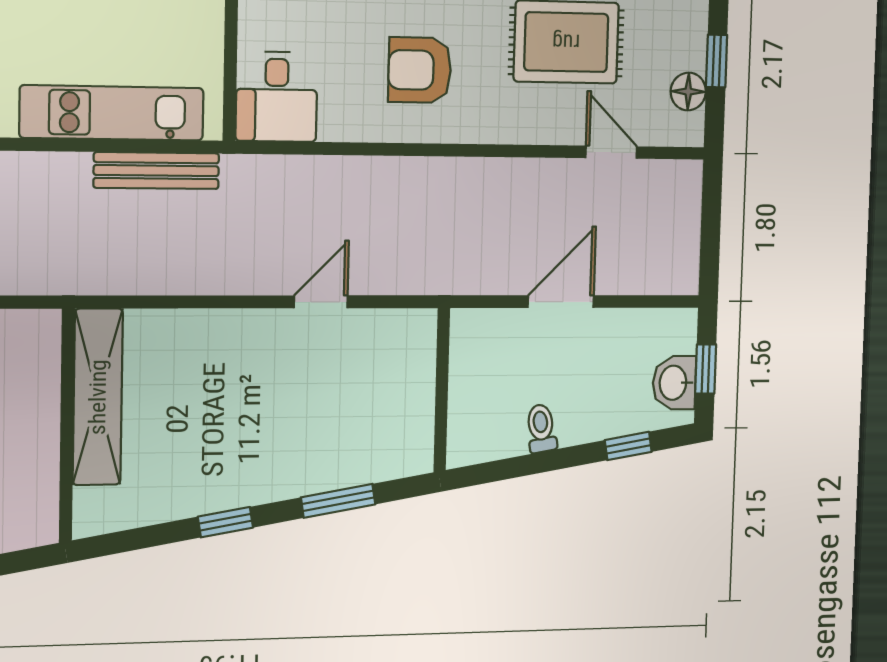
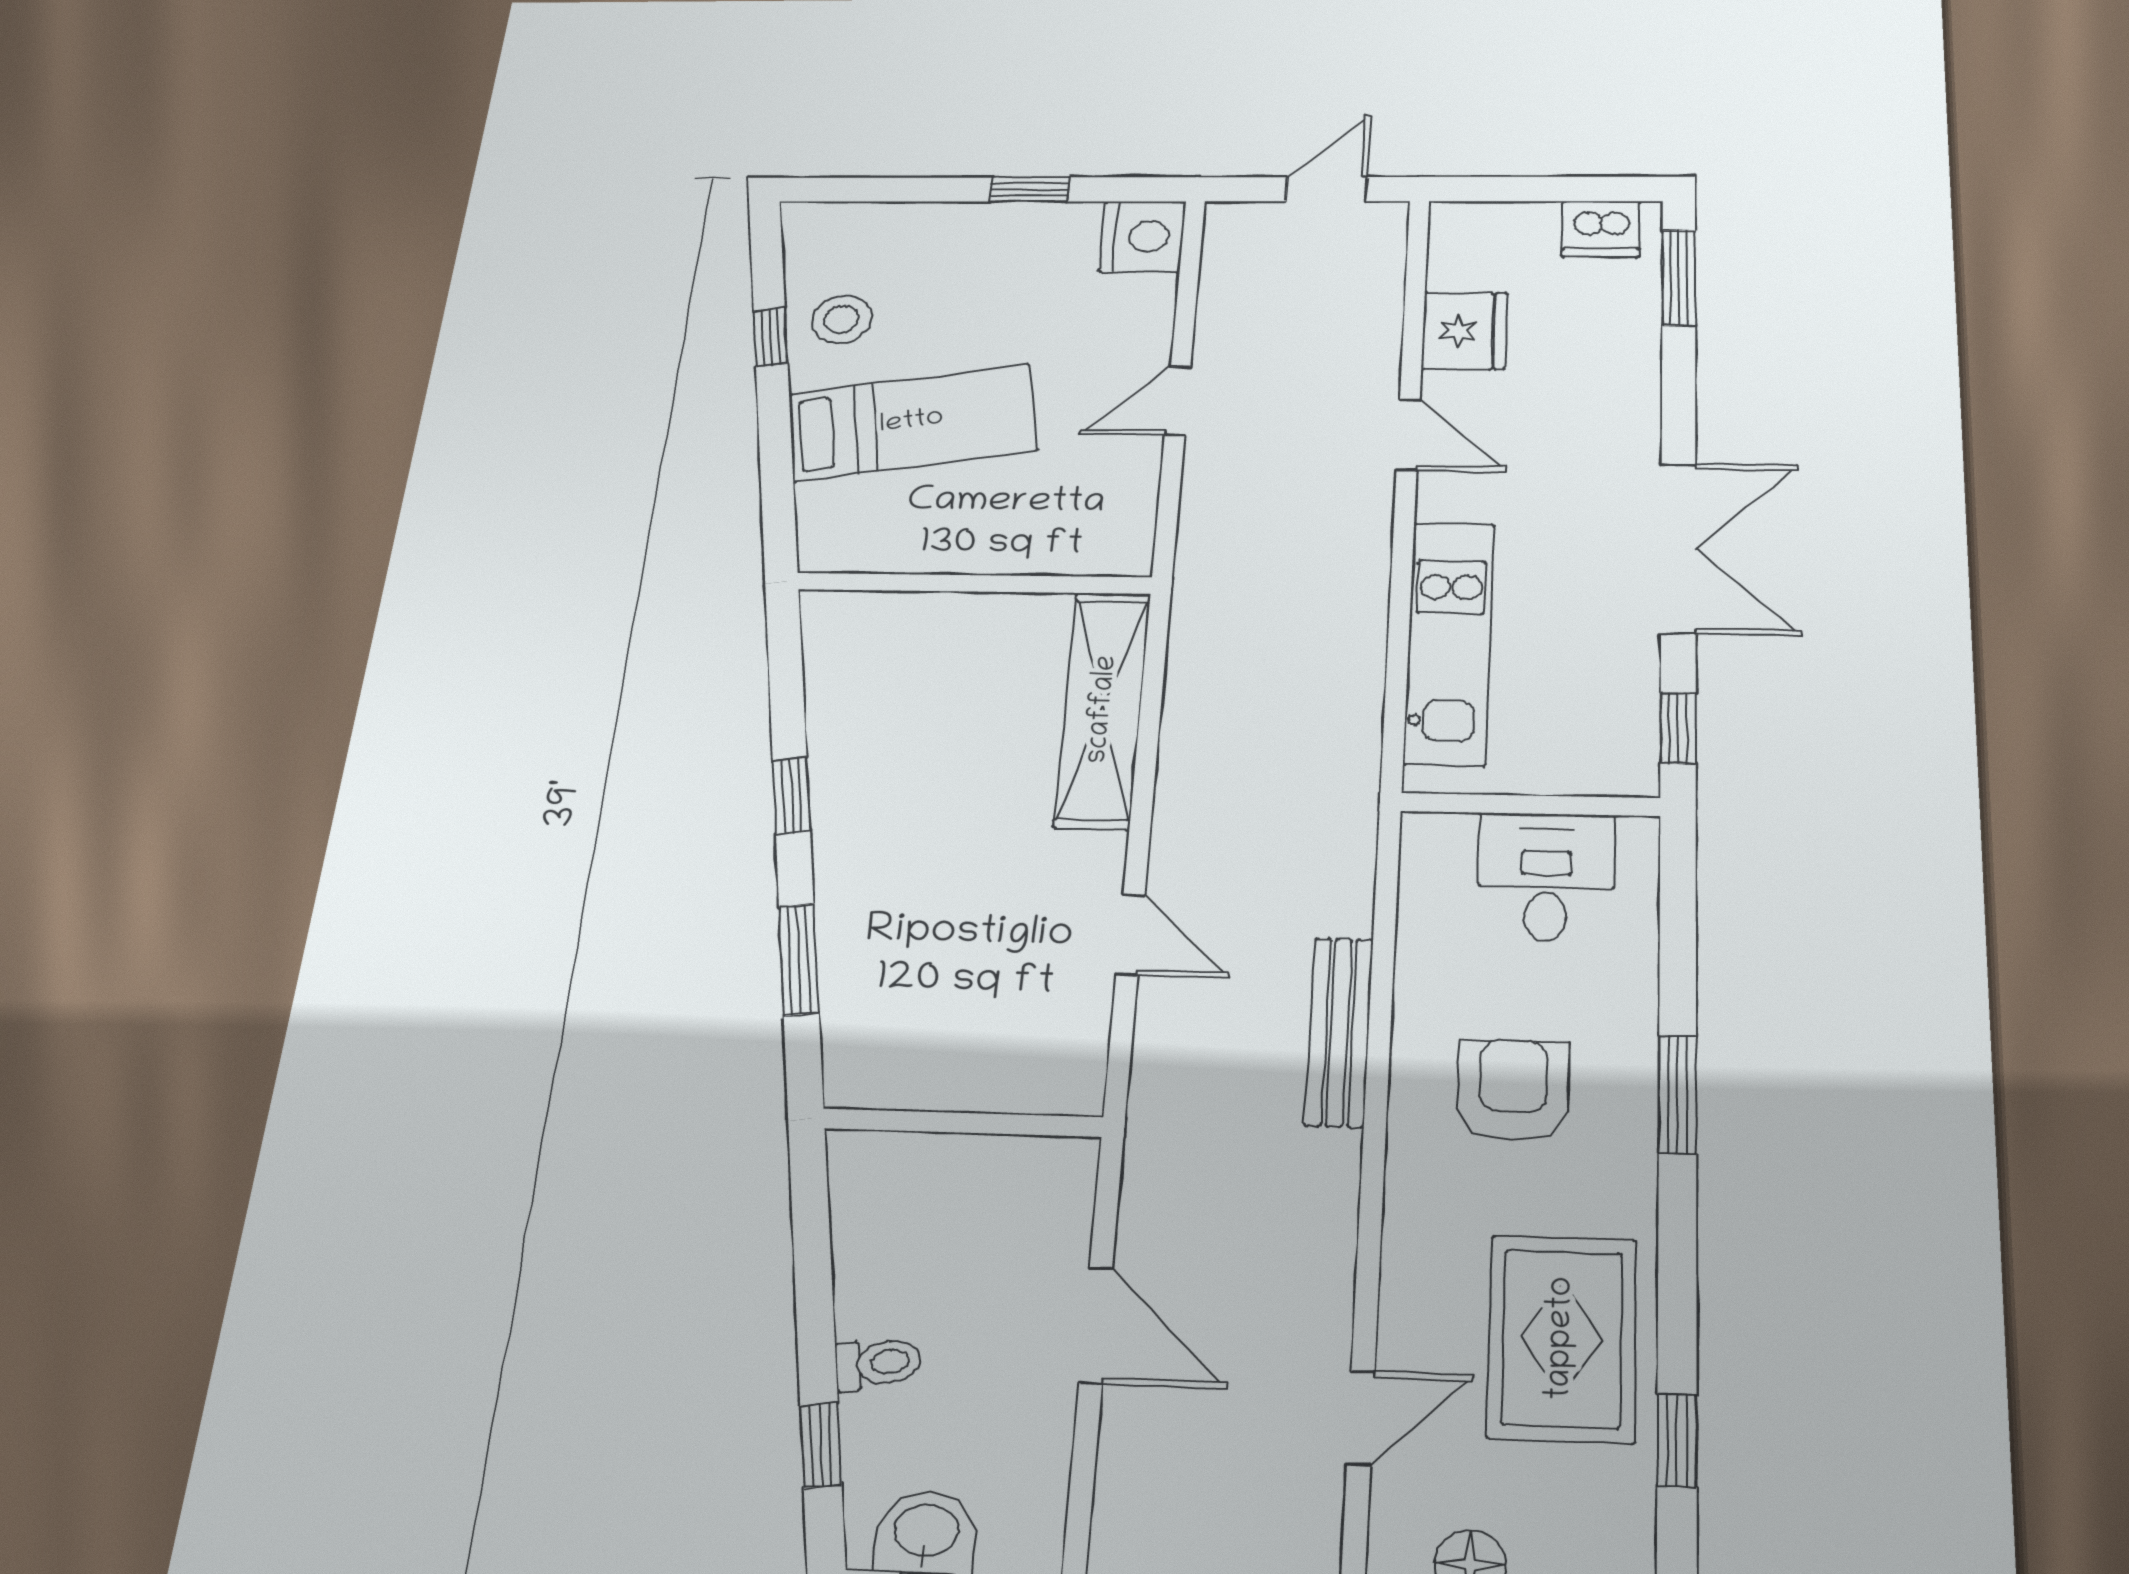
desk: (277, 97) -> (1546, 877), moved, turned 90
bench: (156, 171) -> (1339, 1032), moved
shelving: (98, 397) -> (1103, 709), moved, turned 90
toilet: (541, 428) -> (878, 1363), moved

